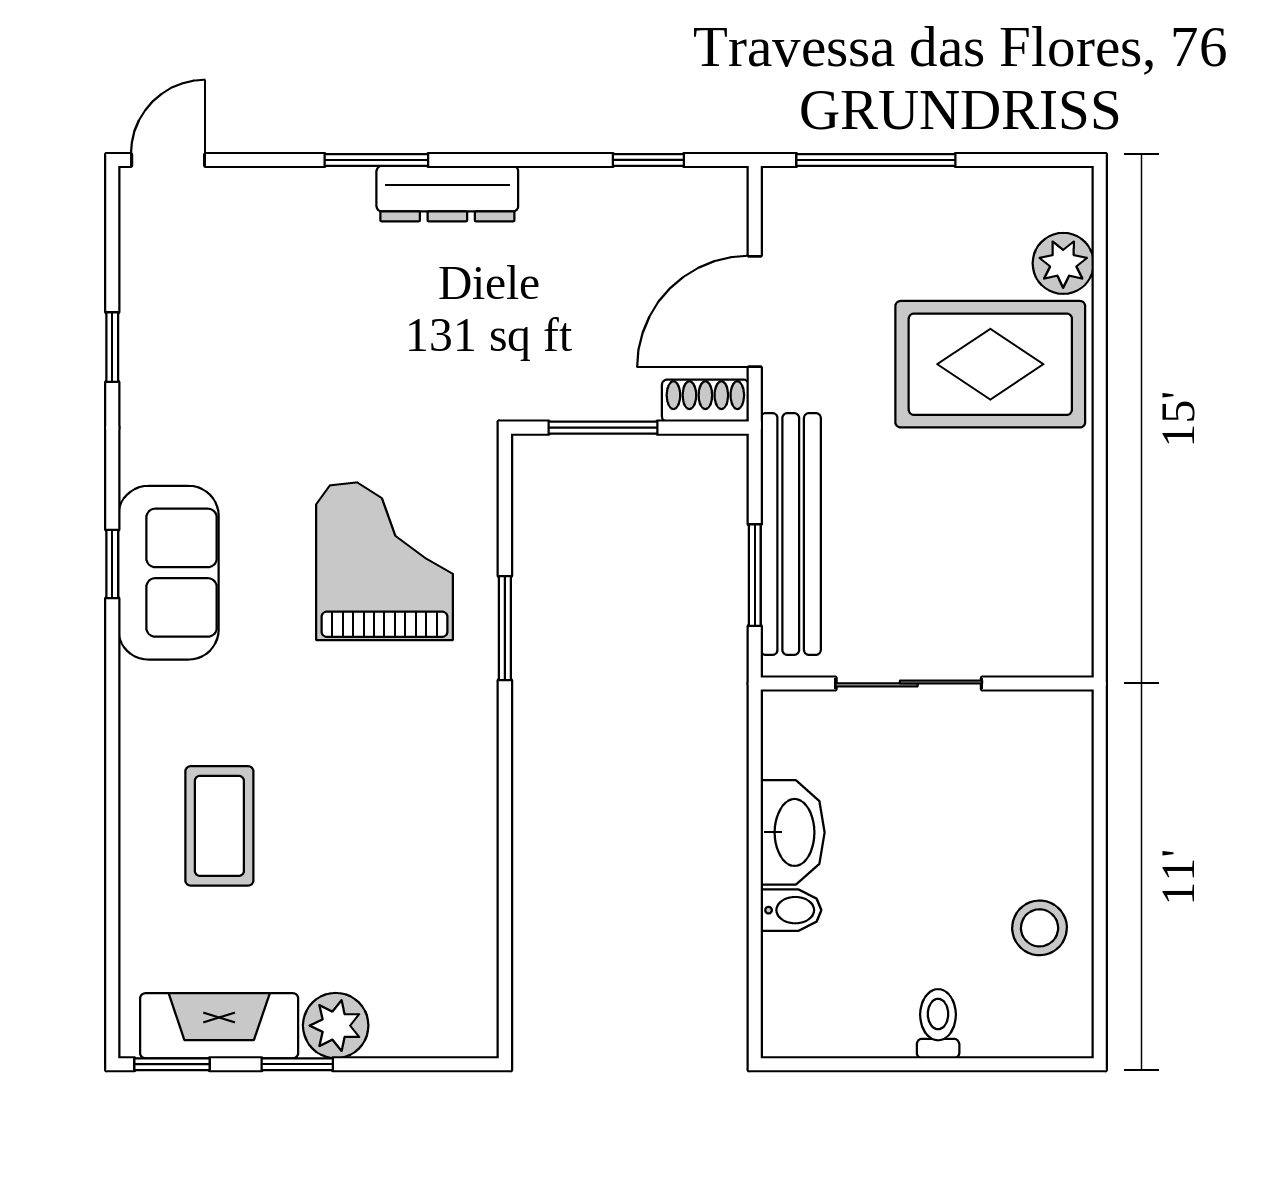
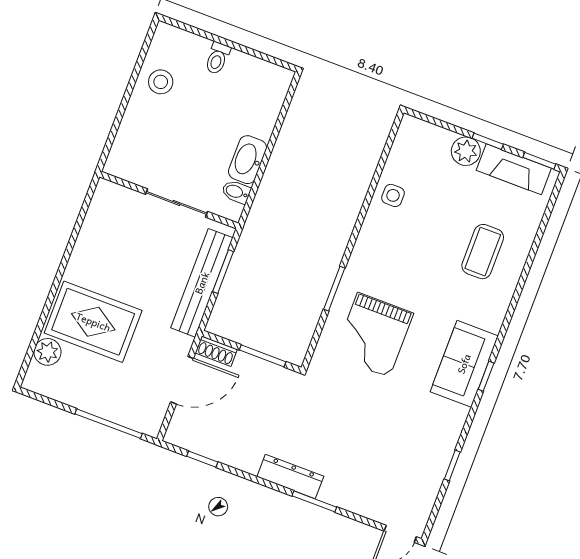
side table: (455, 873) -> (393, 195), added
bidet: (791, 910) -> (236, 192), moved

